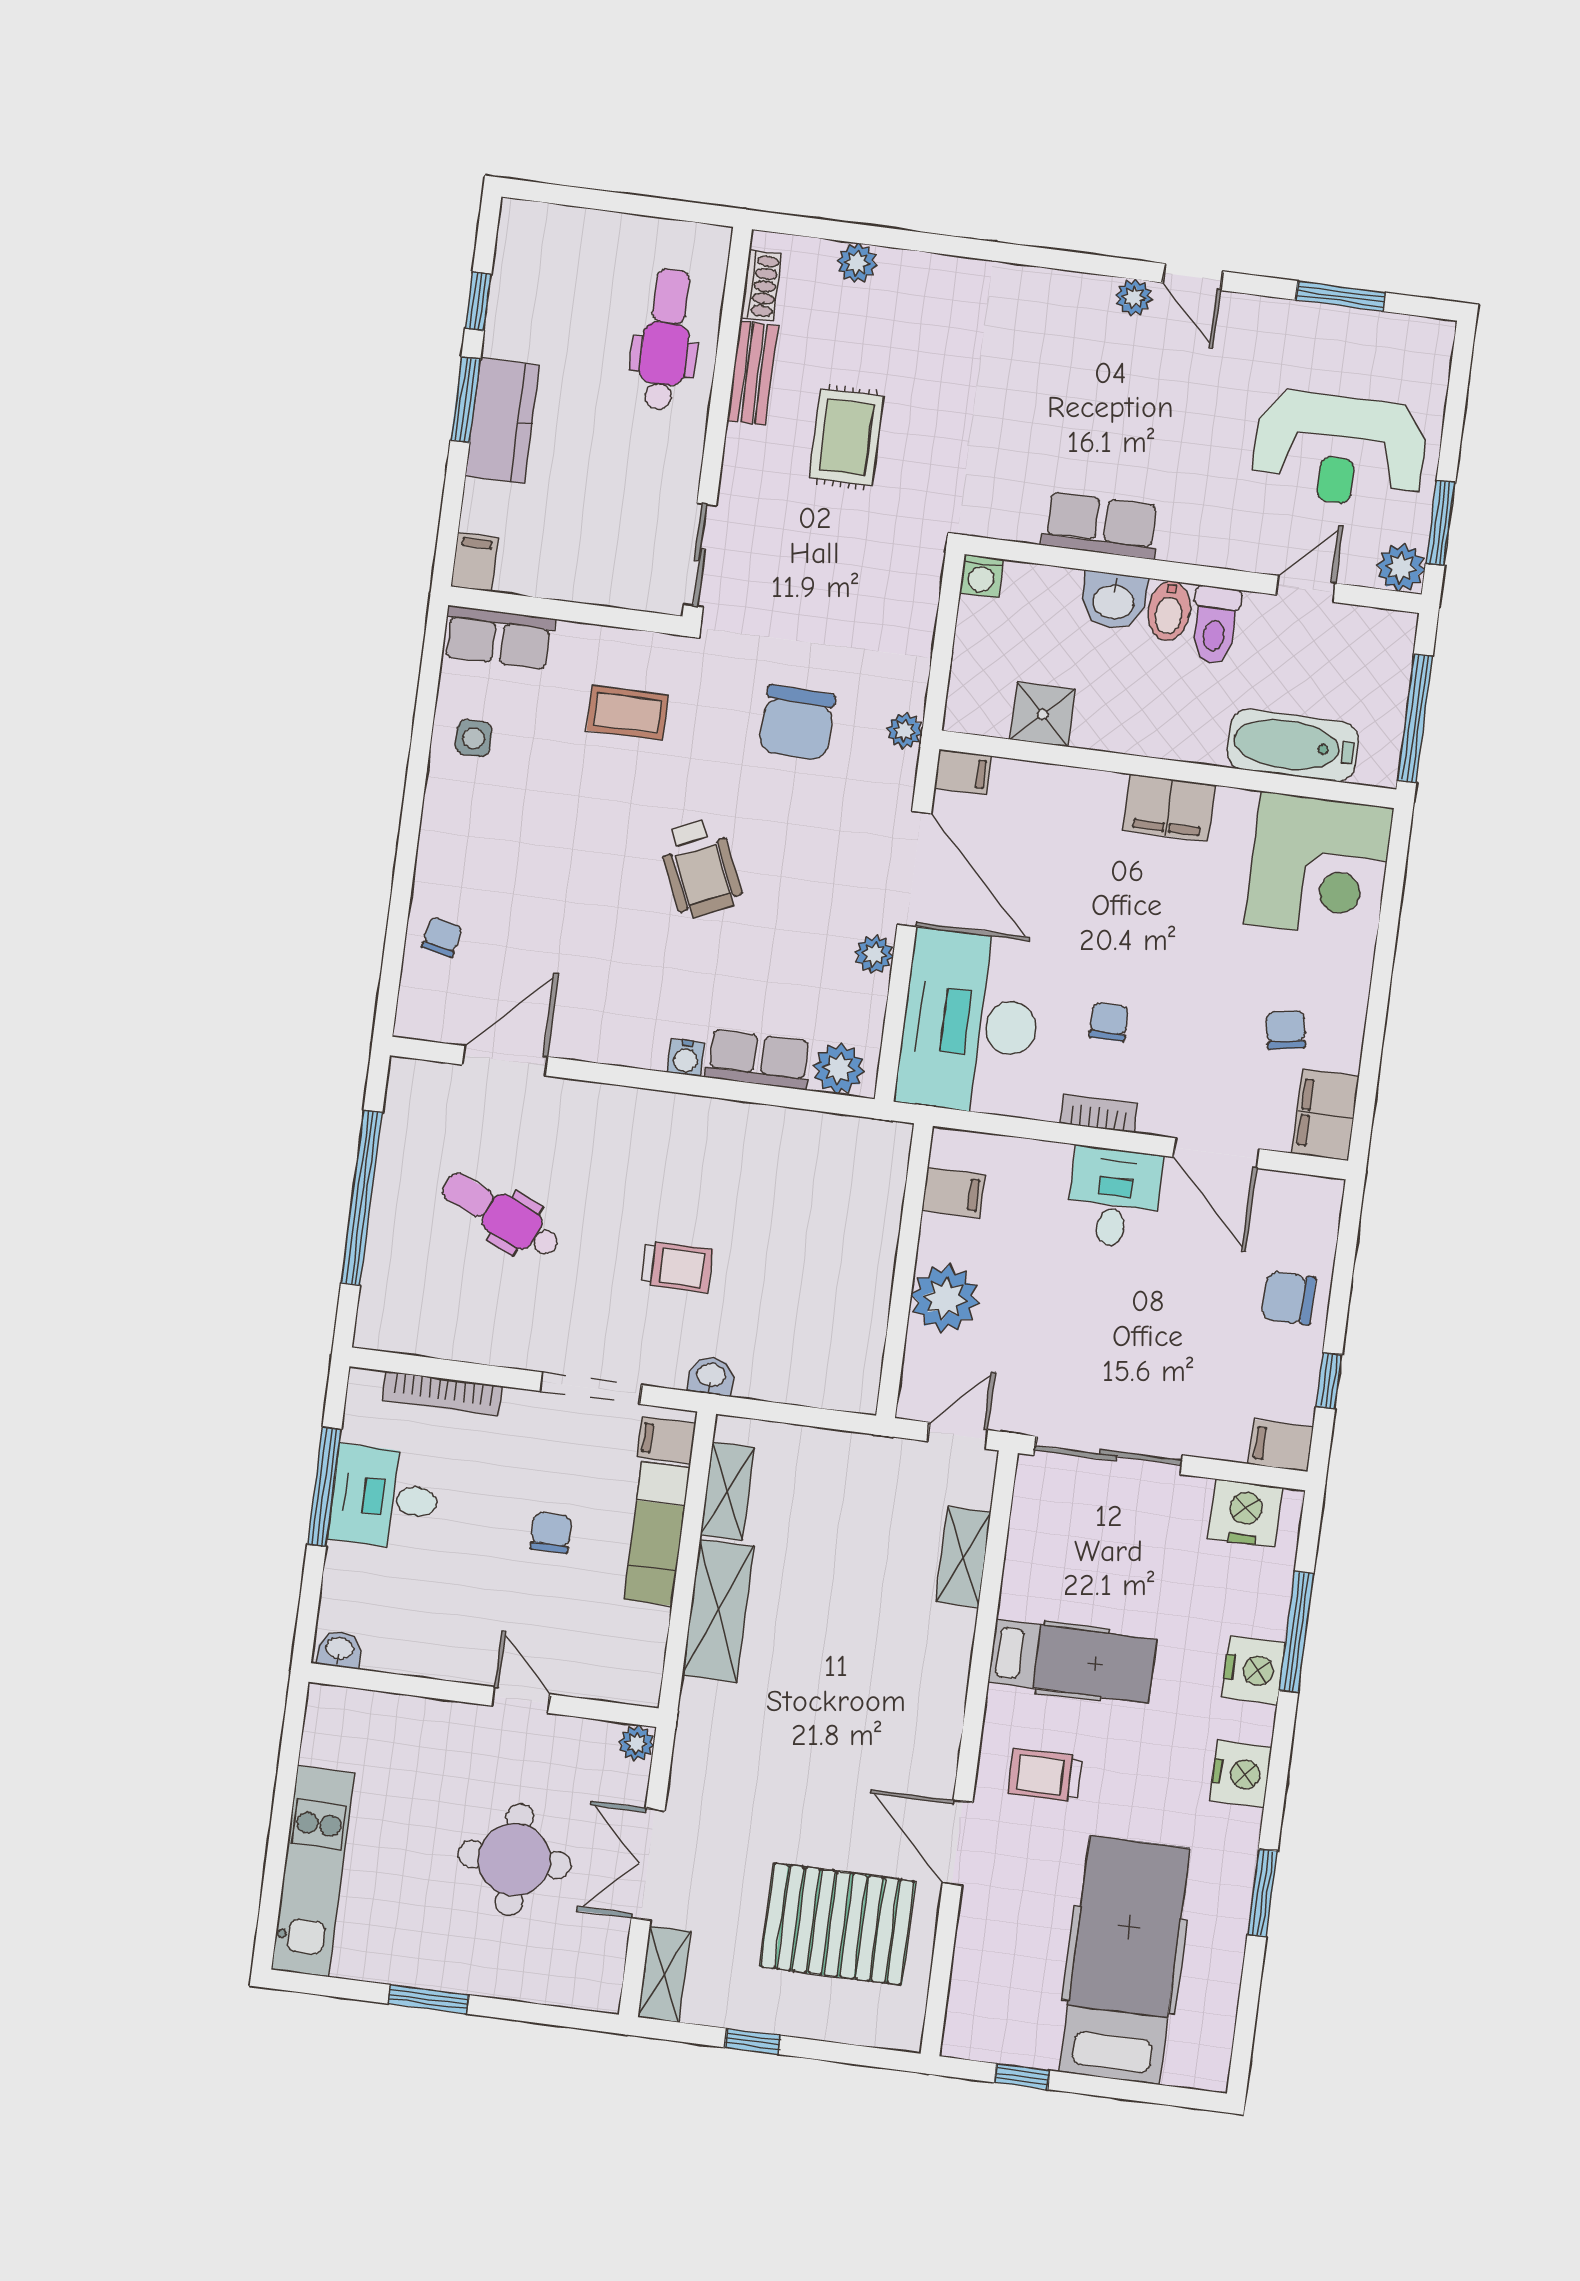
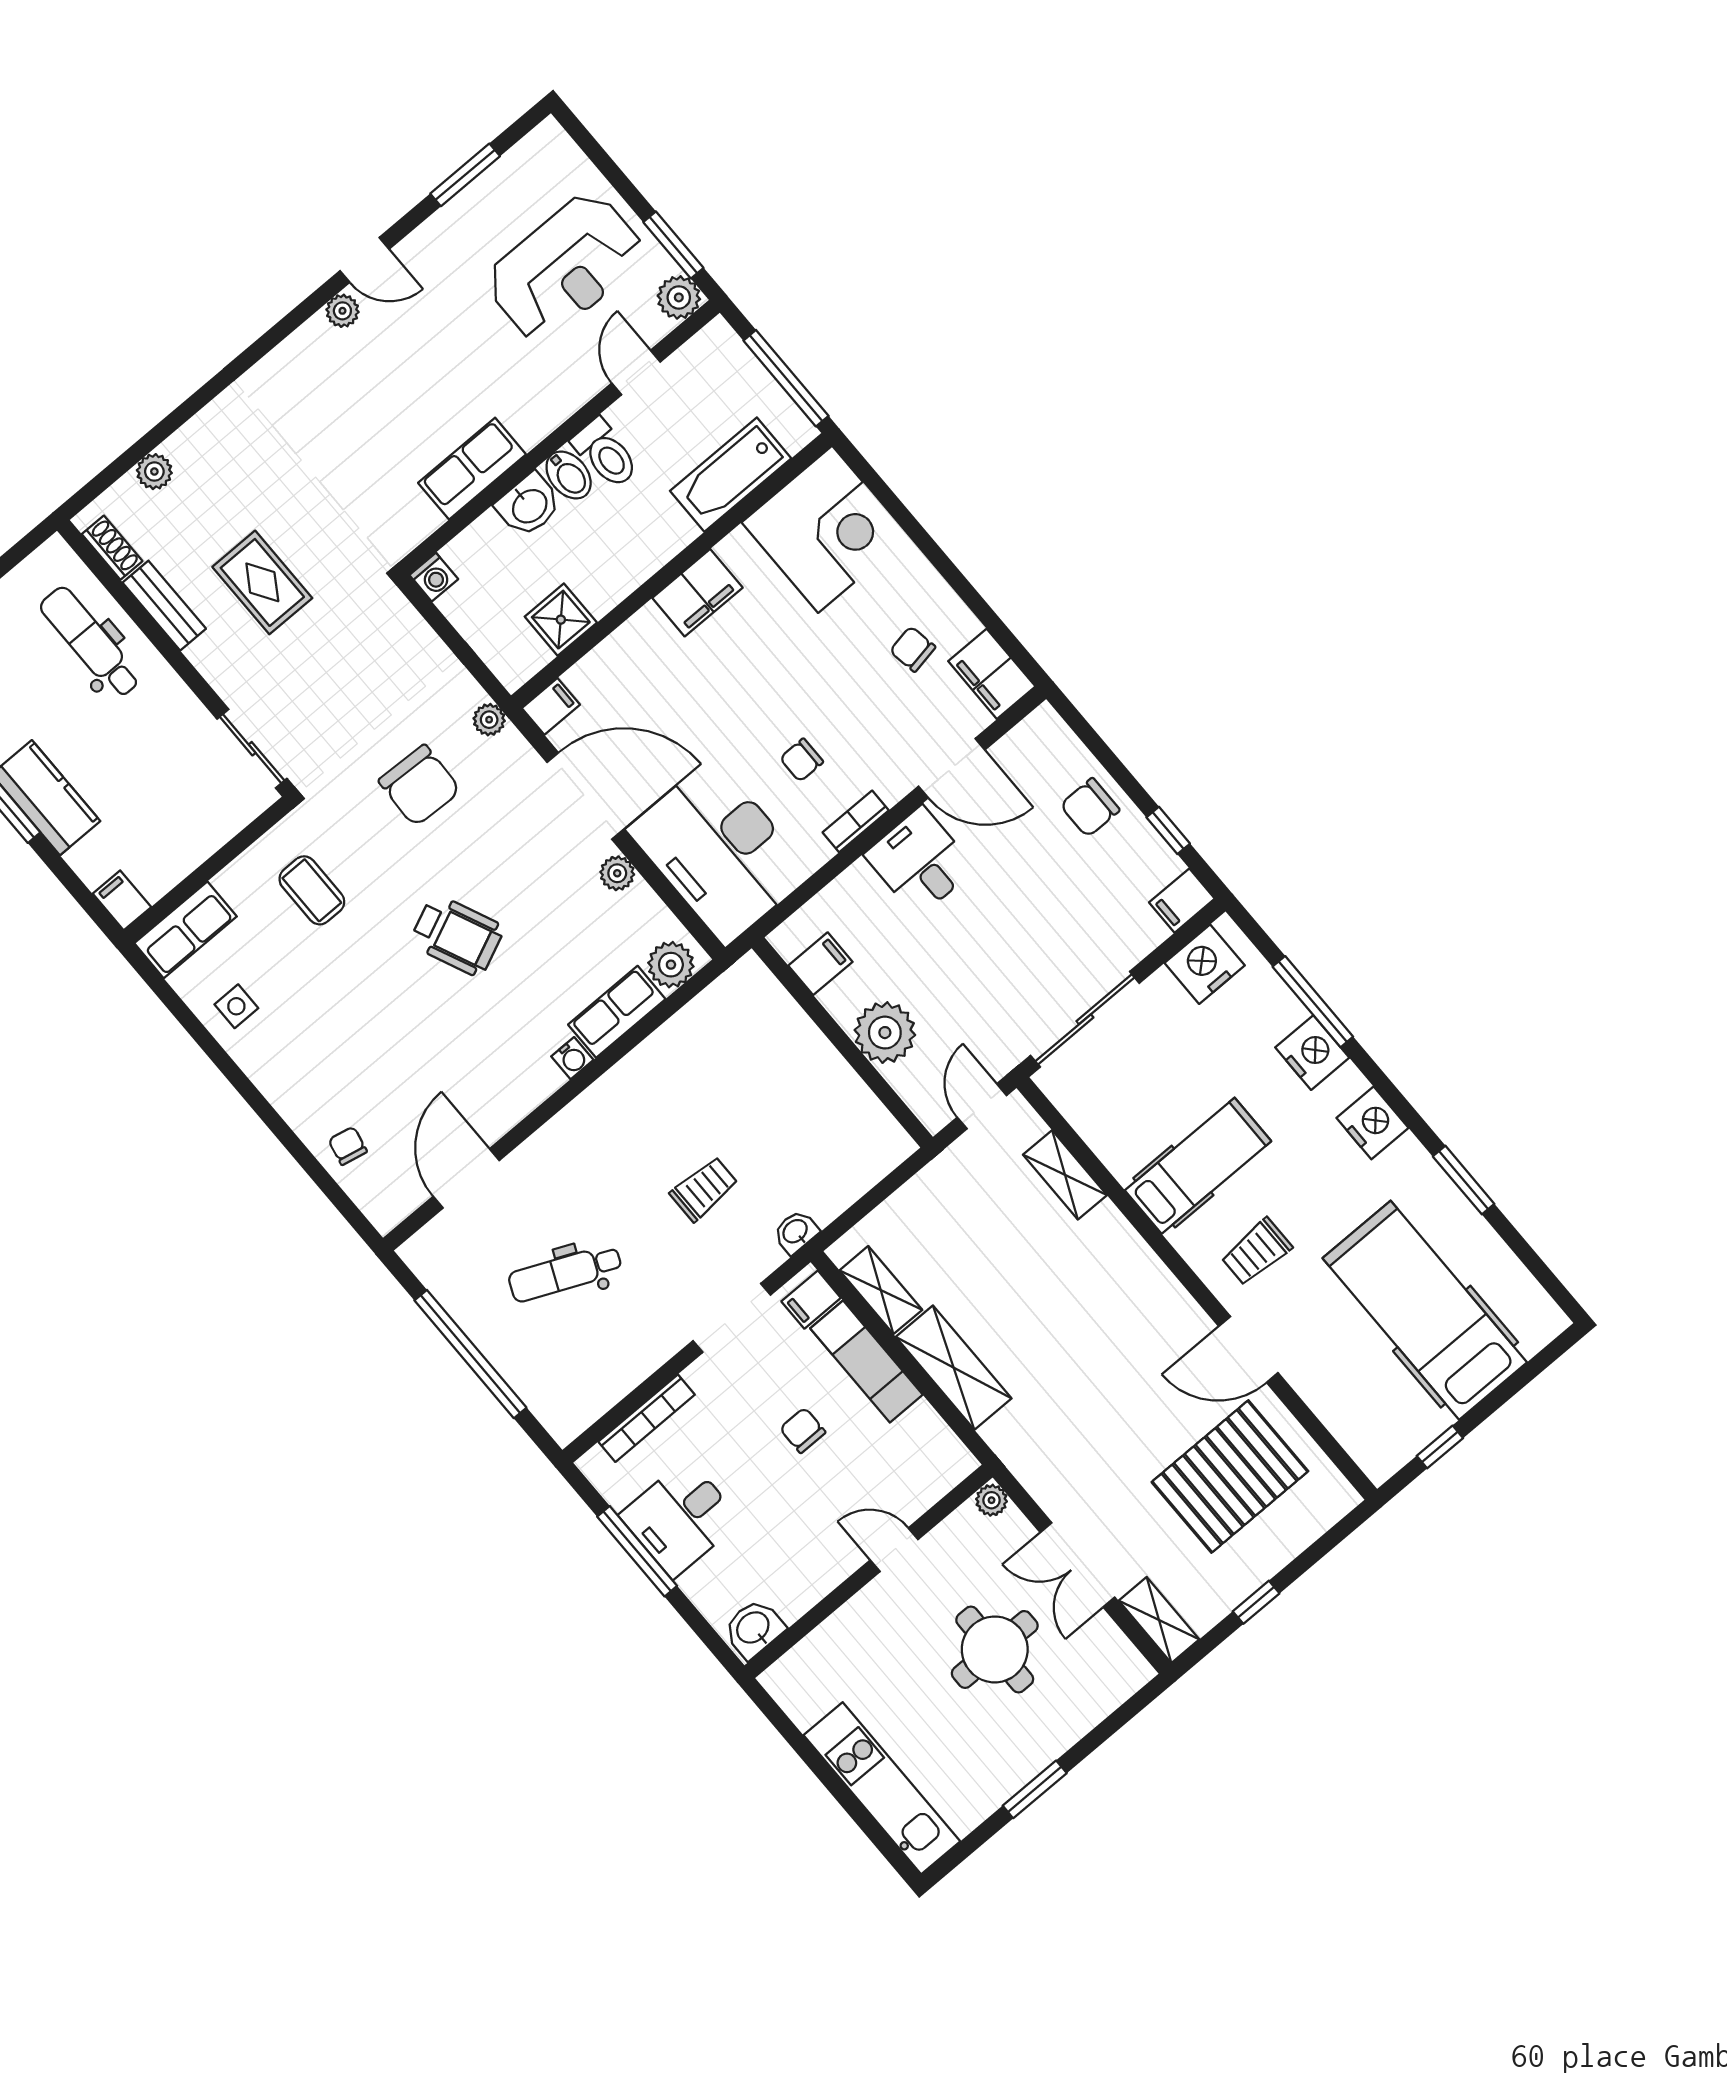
coffee table: (627, 713) -> (312, 890), turned 90
chair: (1109, 1022) -> (802, 760), turned -90
washbasin: (339, 1649) -> (754, 1628), width x1.38, depth x1.45

